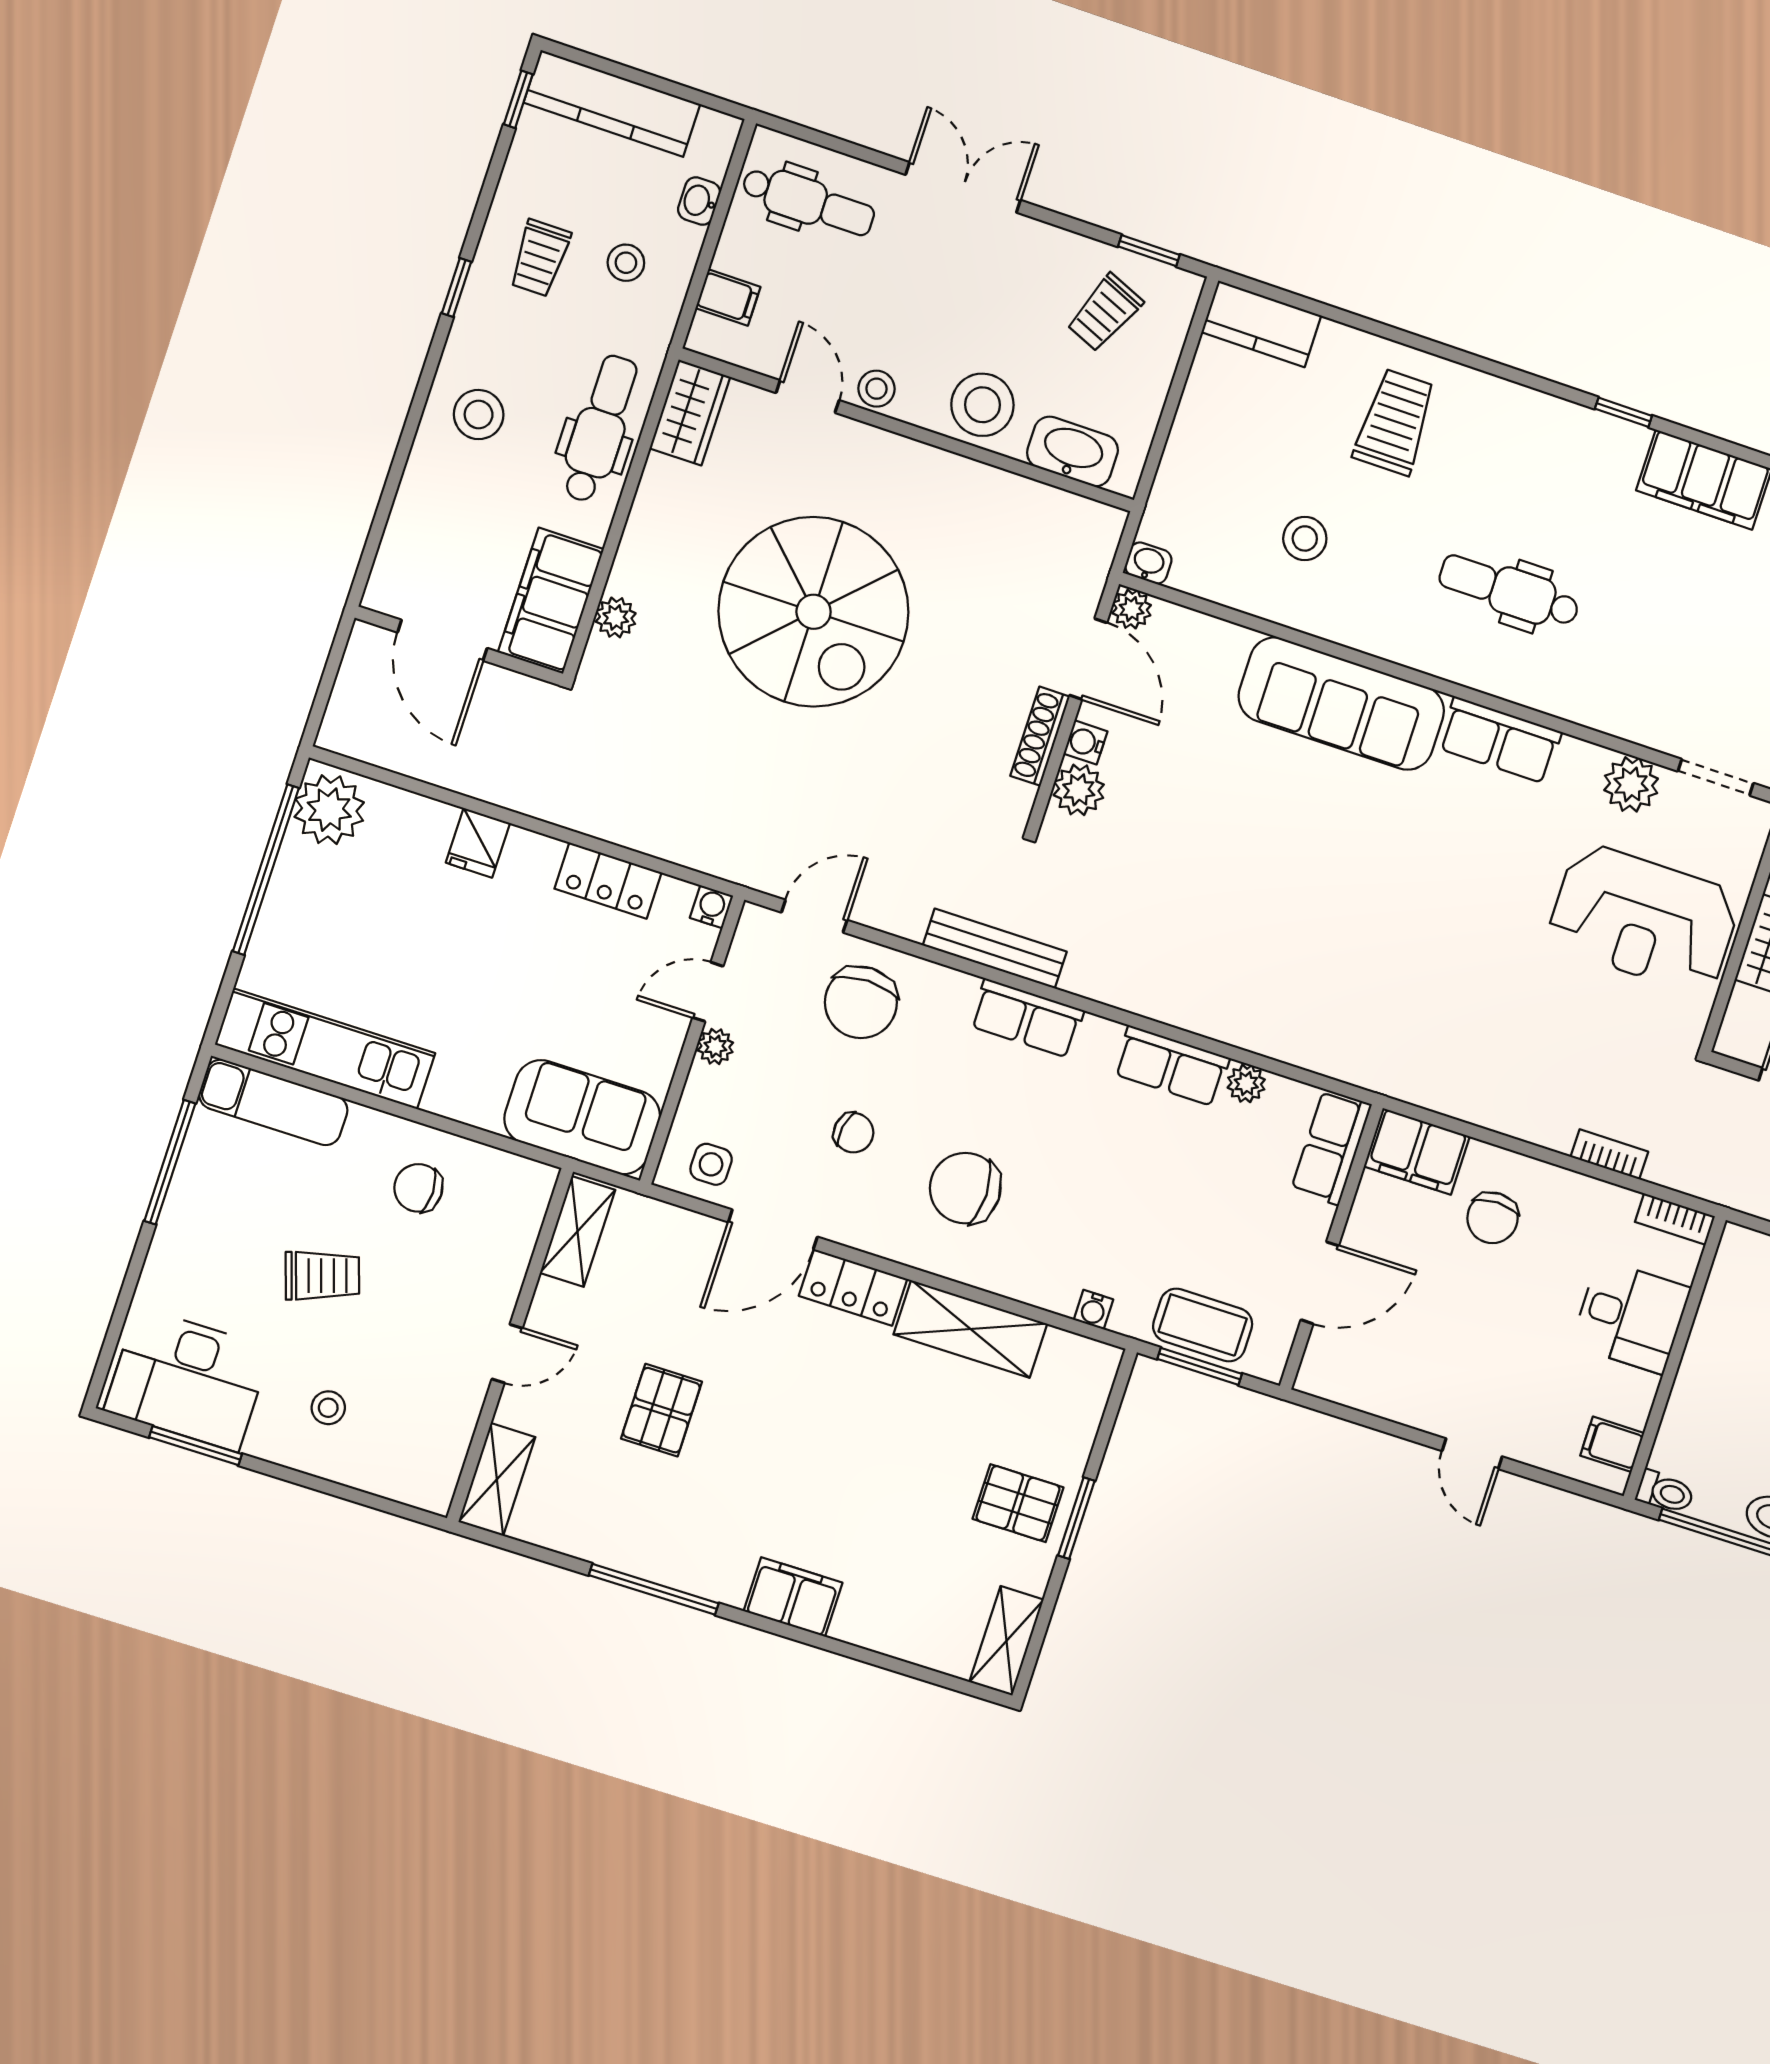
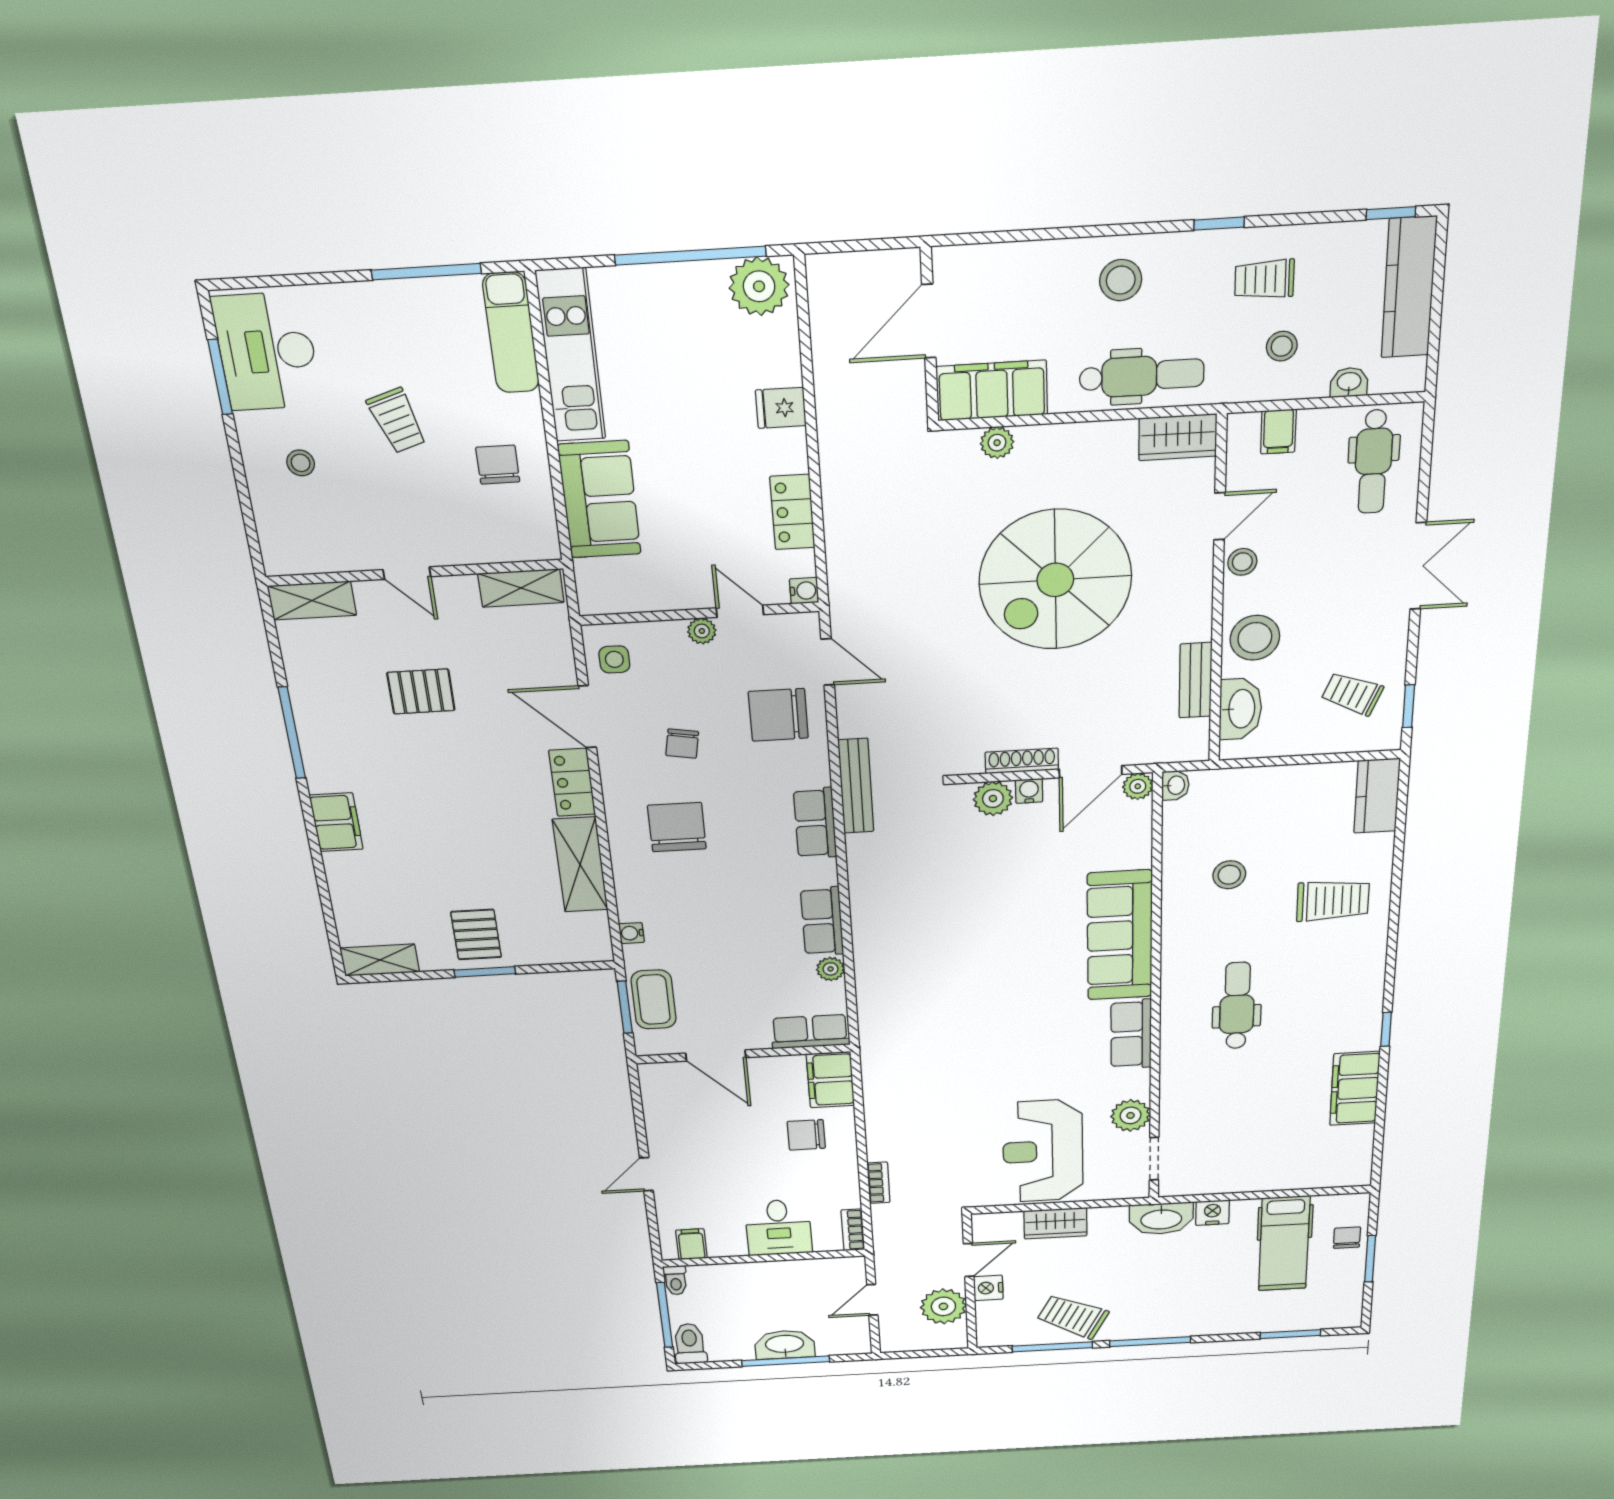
bench: (1012, 492) -> (1195, 680), added
sofa: (582, 1117) -> (600, 500), moved

